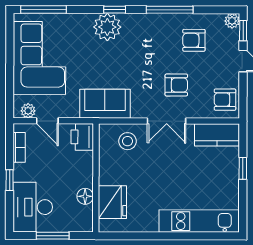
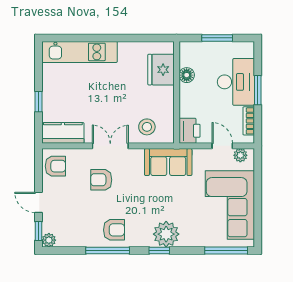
armchair: (194, 40) -> (114, 230), moved
window: (10, 180) -> (258, 90), width x1.50
desk: (33, 207) -> (236, 82), moved

